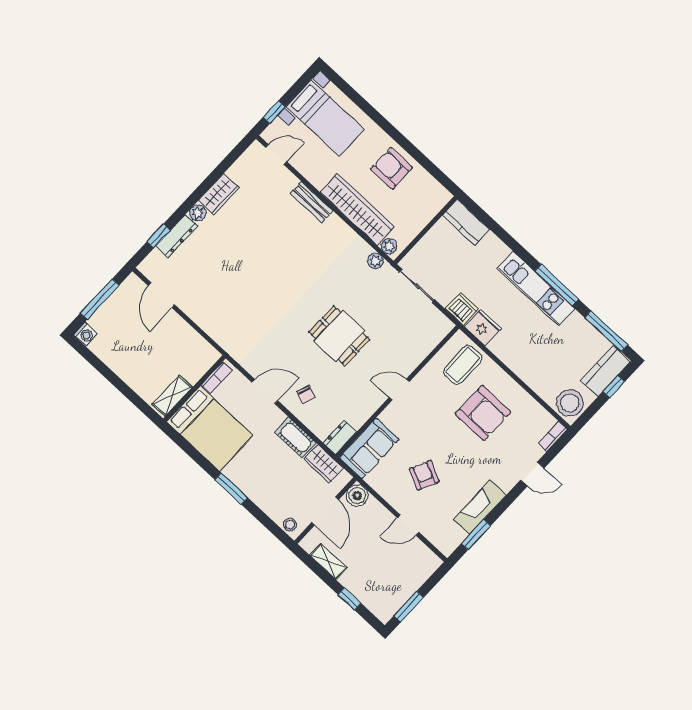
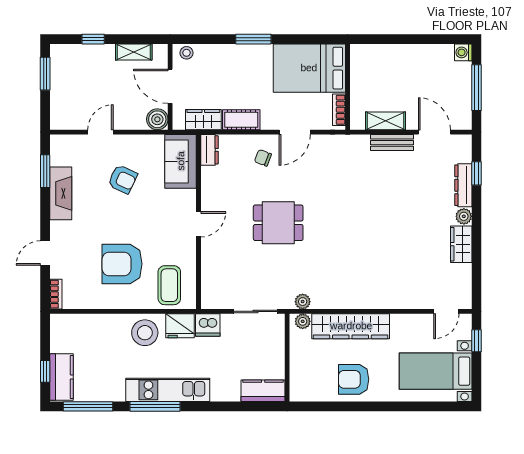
armchair: (391, 168) -> (354, 379), turned 180
bench: (312, 202) -> (392, 143), moved
shelving: (172, 396) -> (385, 121), moved, turned 90
stool: (570, 403) -> (145, 333), moved

